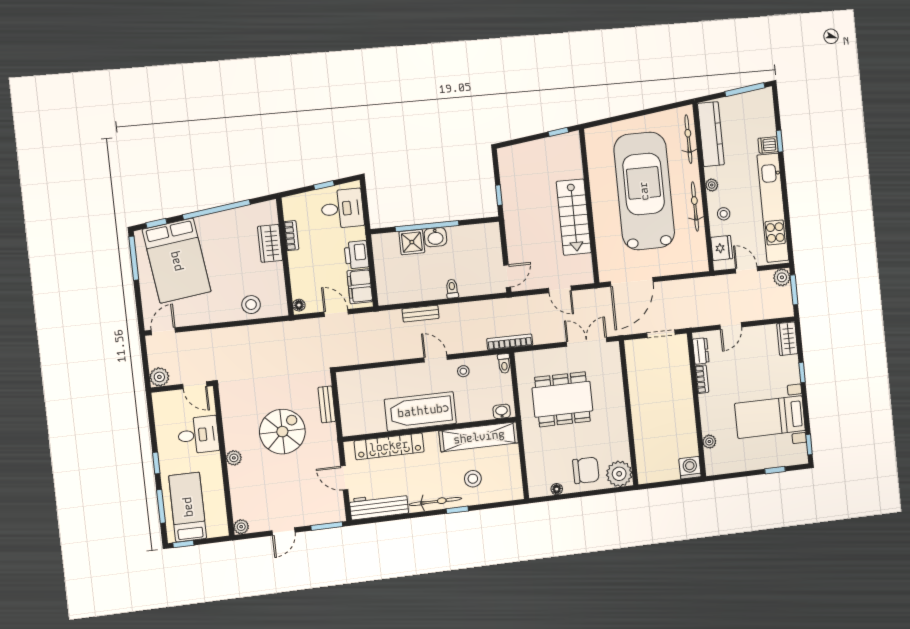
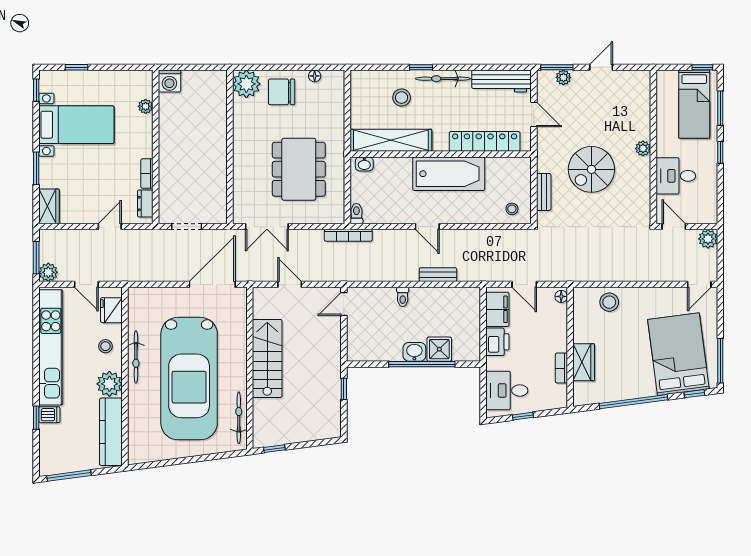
bicycle: (688, 139) -> (239, 418), moved, turned 180
plant: (712, 185) -> (109, 384), width x1.87, depth x1.87
stool: (463, 371) -> (512, 209), moved
window: (802, 372) -> (36, 168), width x1.50
dining table: (562, 399) -> (299, 169), turned 90
plant: (241, 527) -> (563, 77), moved

